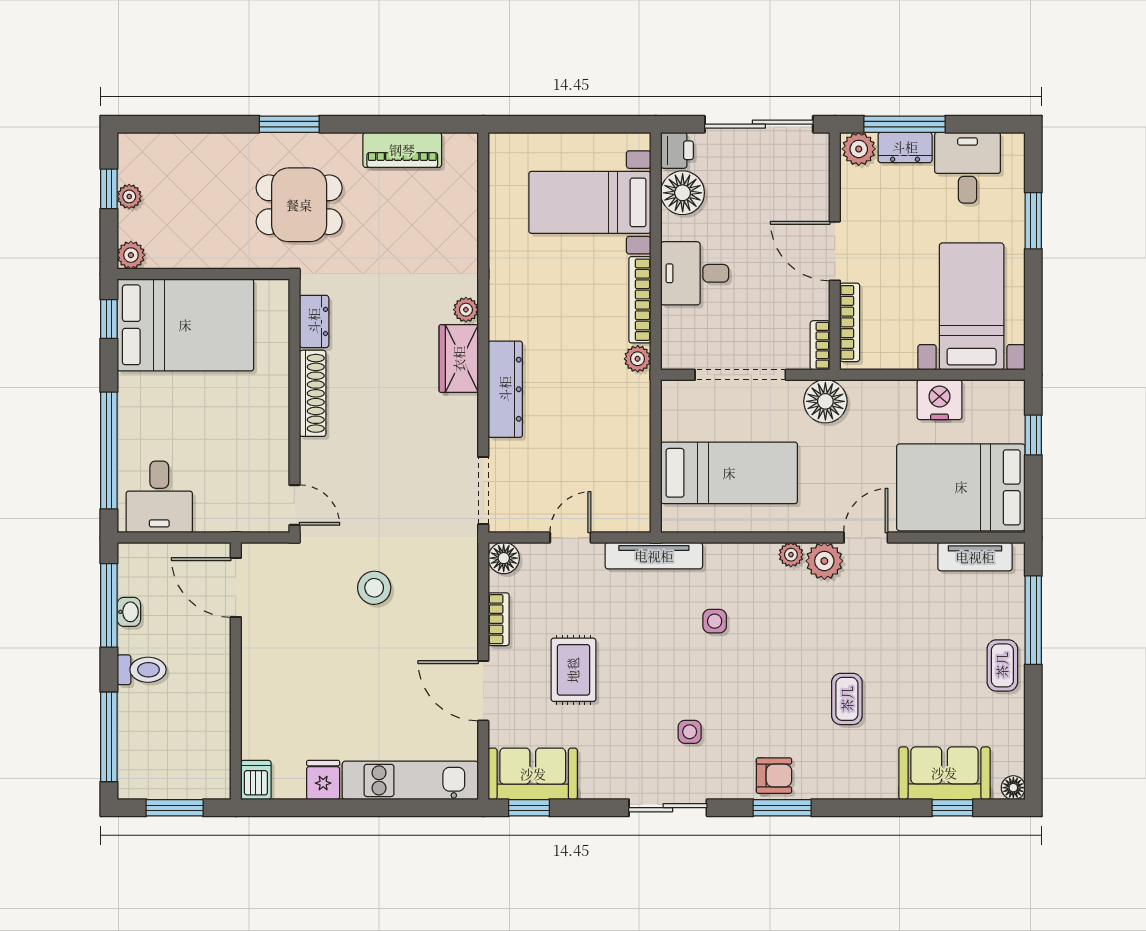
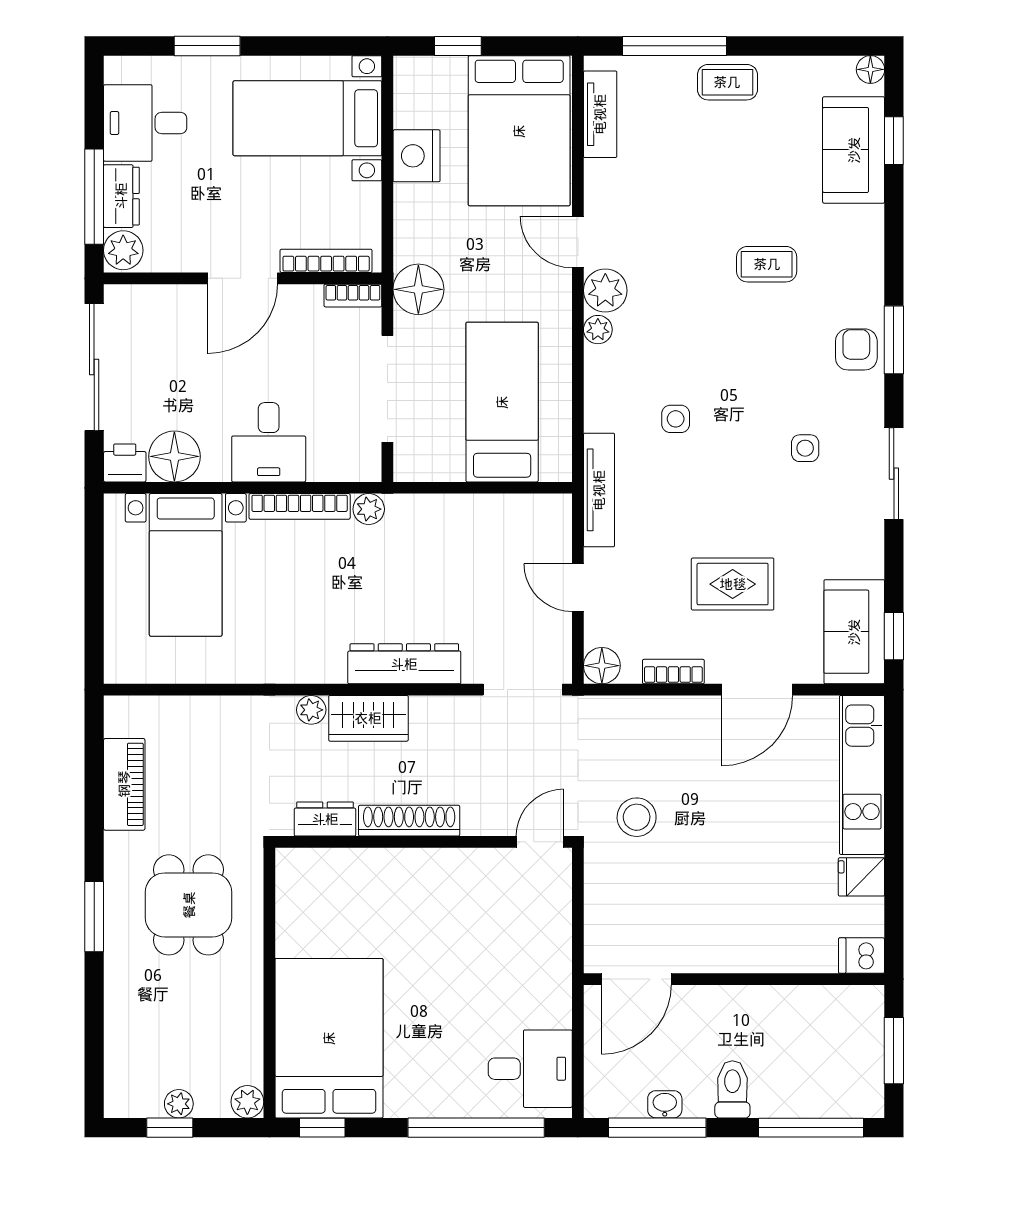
dresser: (314, 321) -> (325, 819), moved
shoe rack: (313, 393) -> (409, 821), moved
wall: (294, 406) -> (424, 842), moved
door: (294, 505) -> (540, 842), moved

